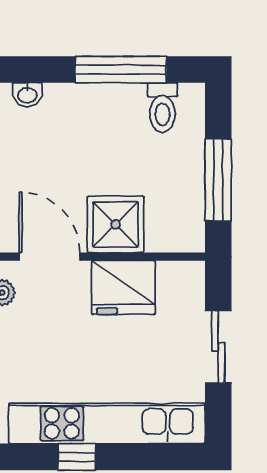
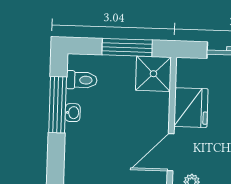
washbasin: (27, 95) -> (73, 113), moved
shower: (116, 224) -> (153, 74), moved

